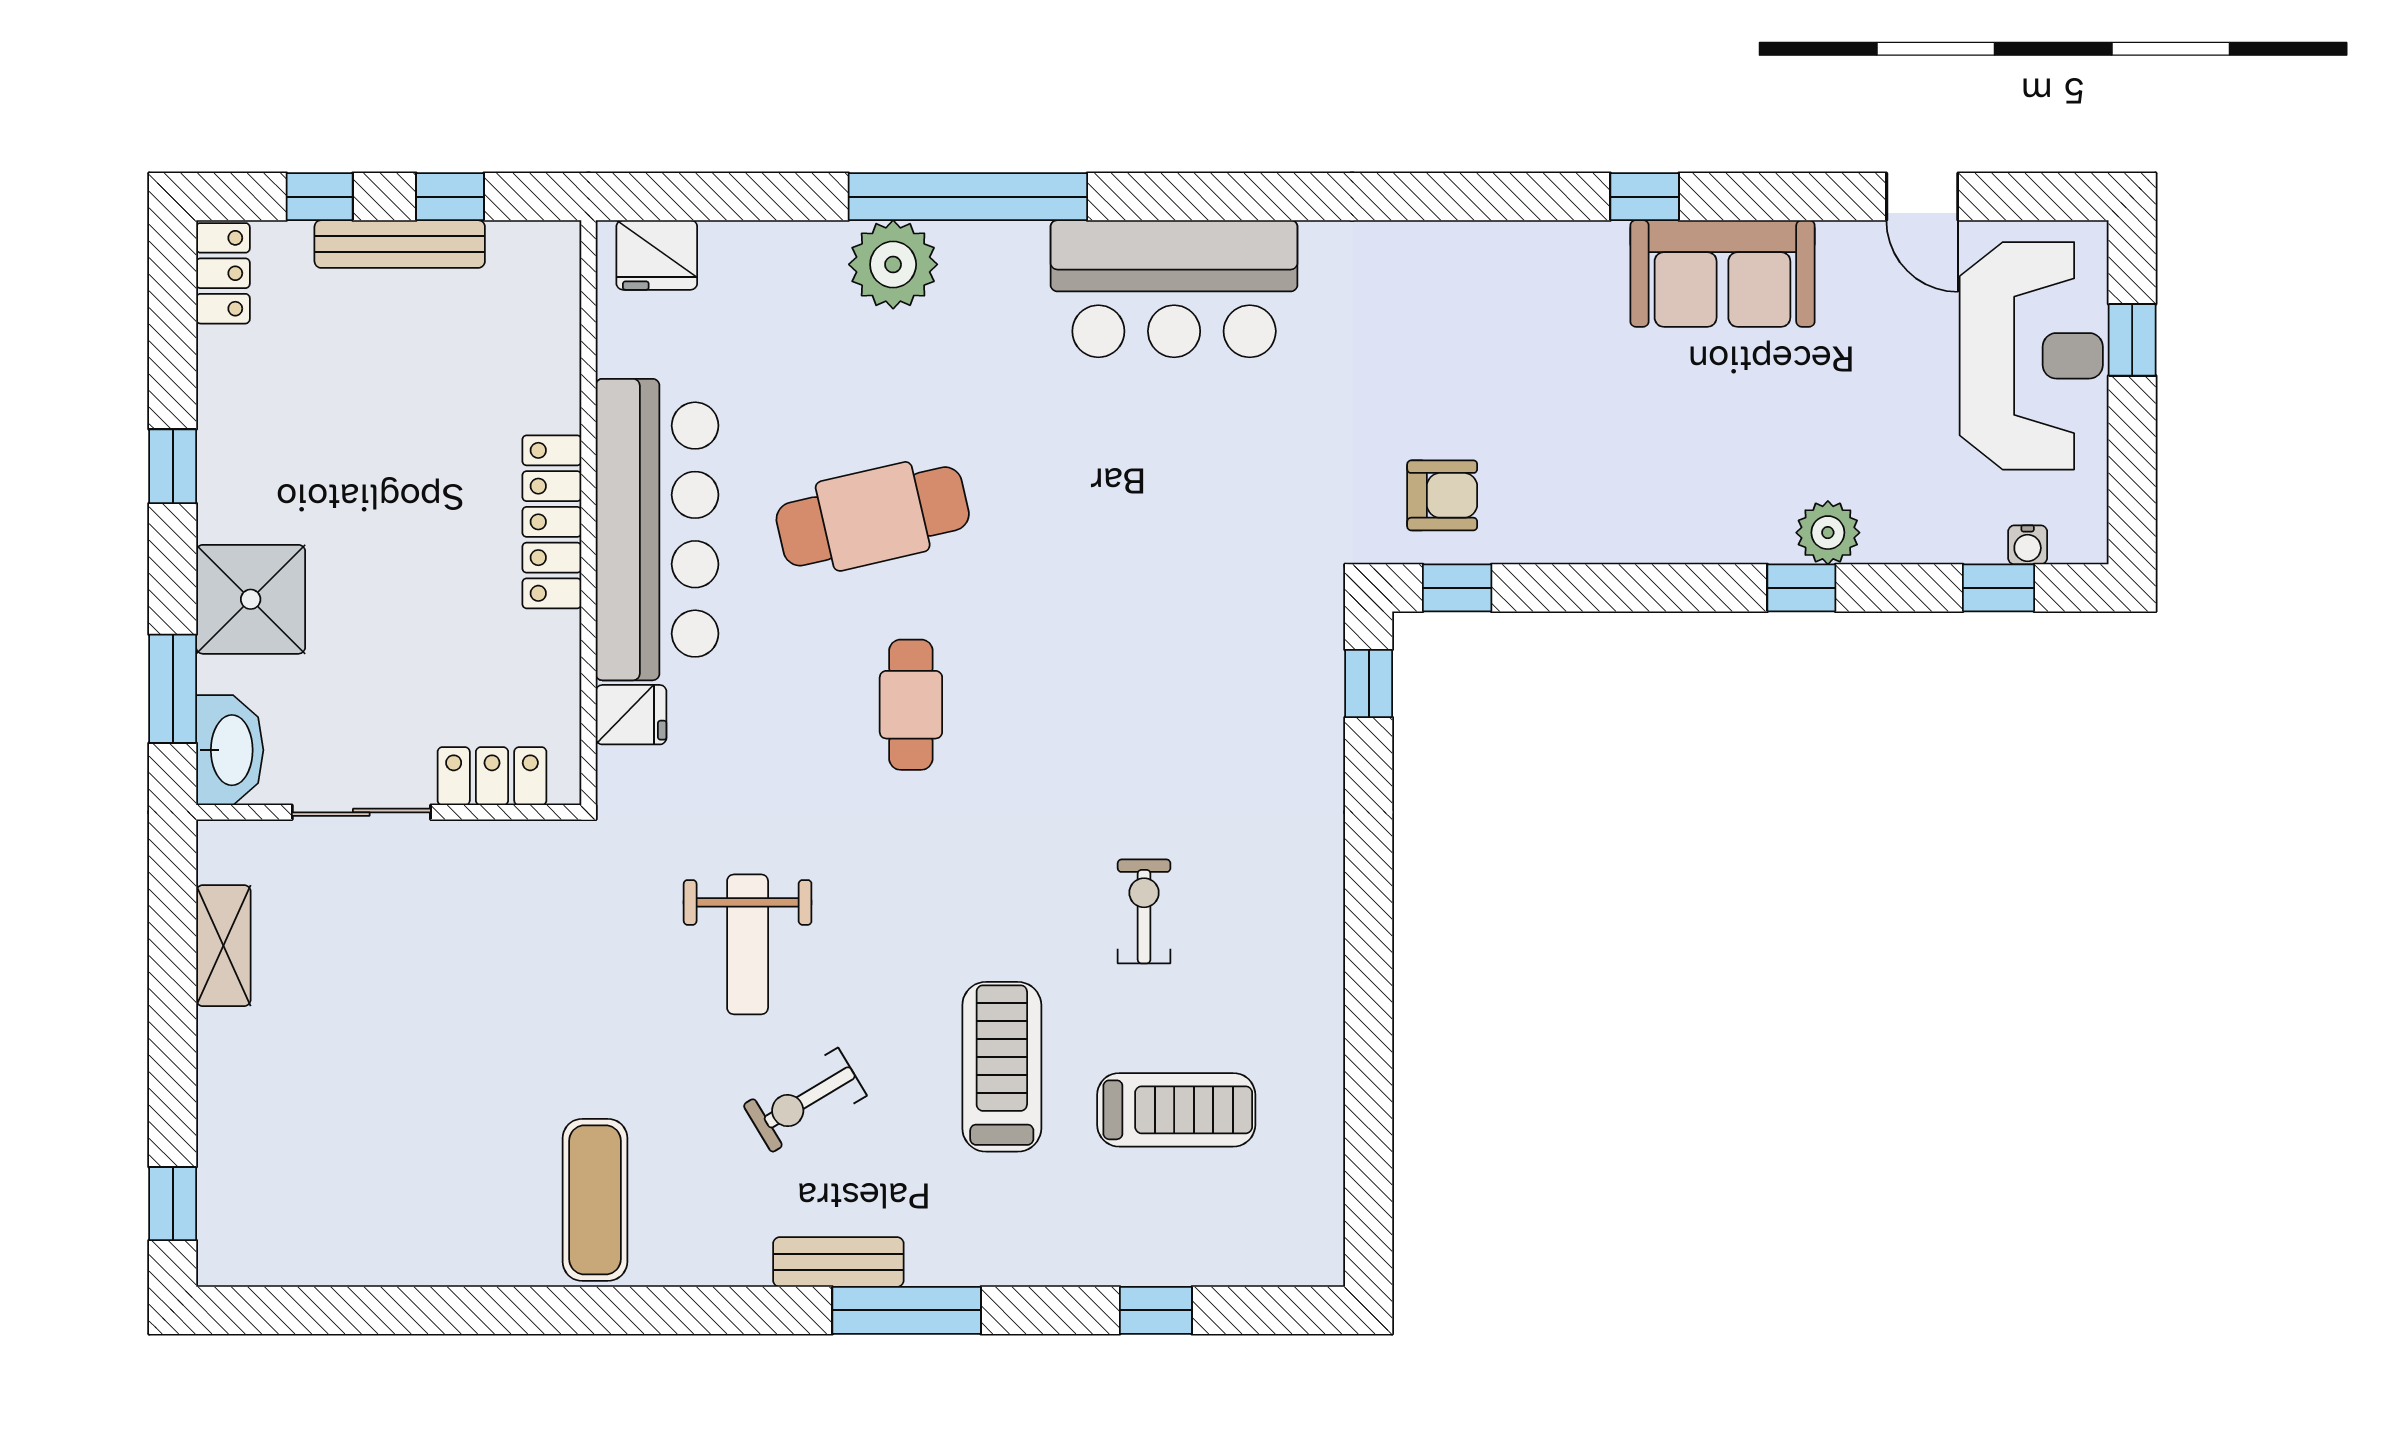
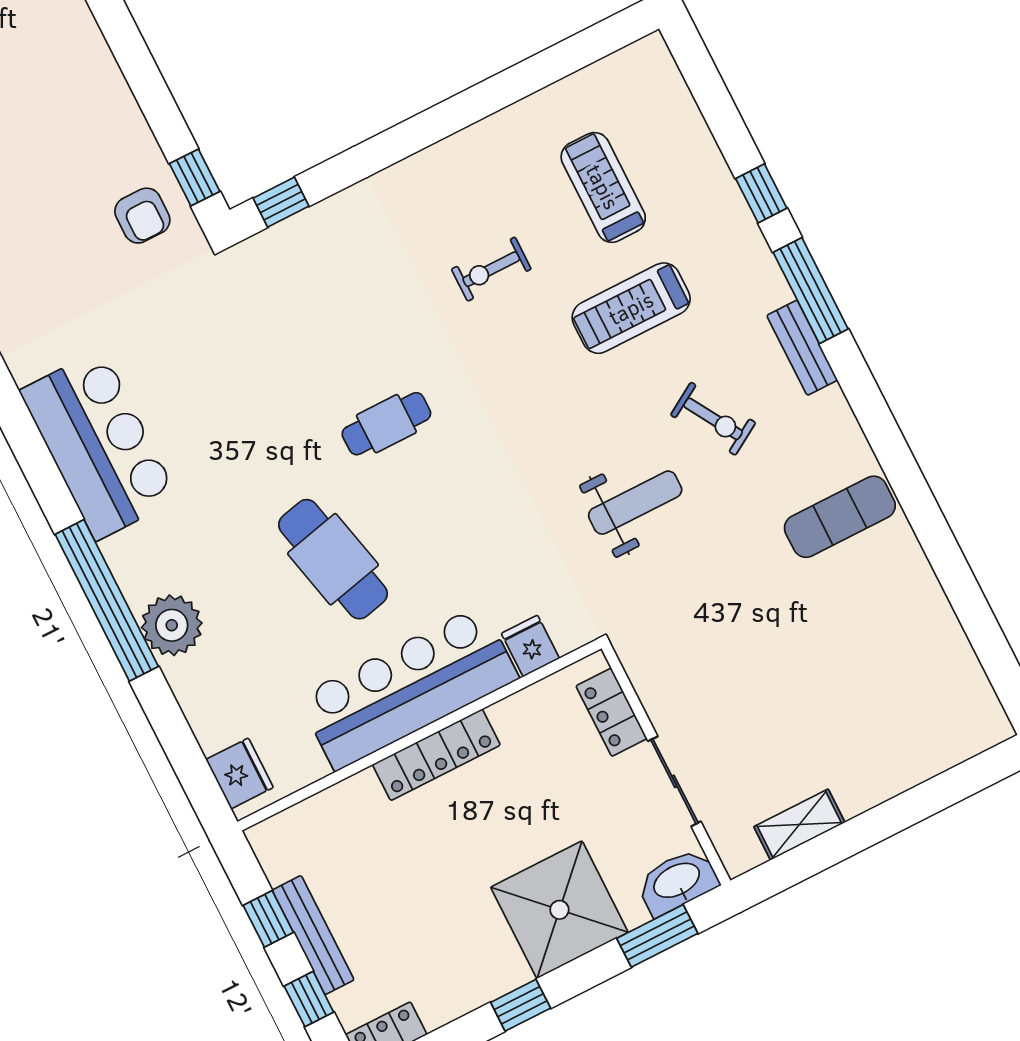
armchair: (1442, 495) -> (142, 216), turned 180
shower: (251, 599) -> (559, 910), width x1.37, depth x1.37
cafe table: (911, 705) -> (386, 424), moved
window: (173, 1204) -> (974, 775), removed
window: (1156, 1310) -> (761, 193), moved

